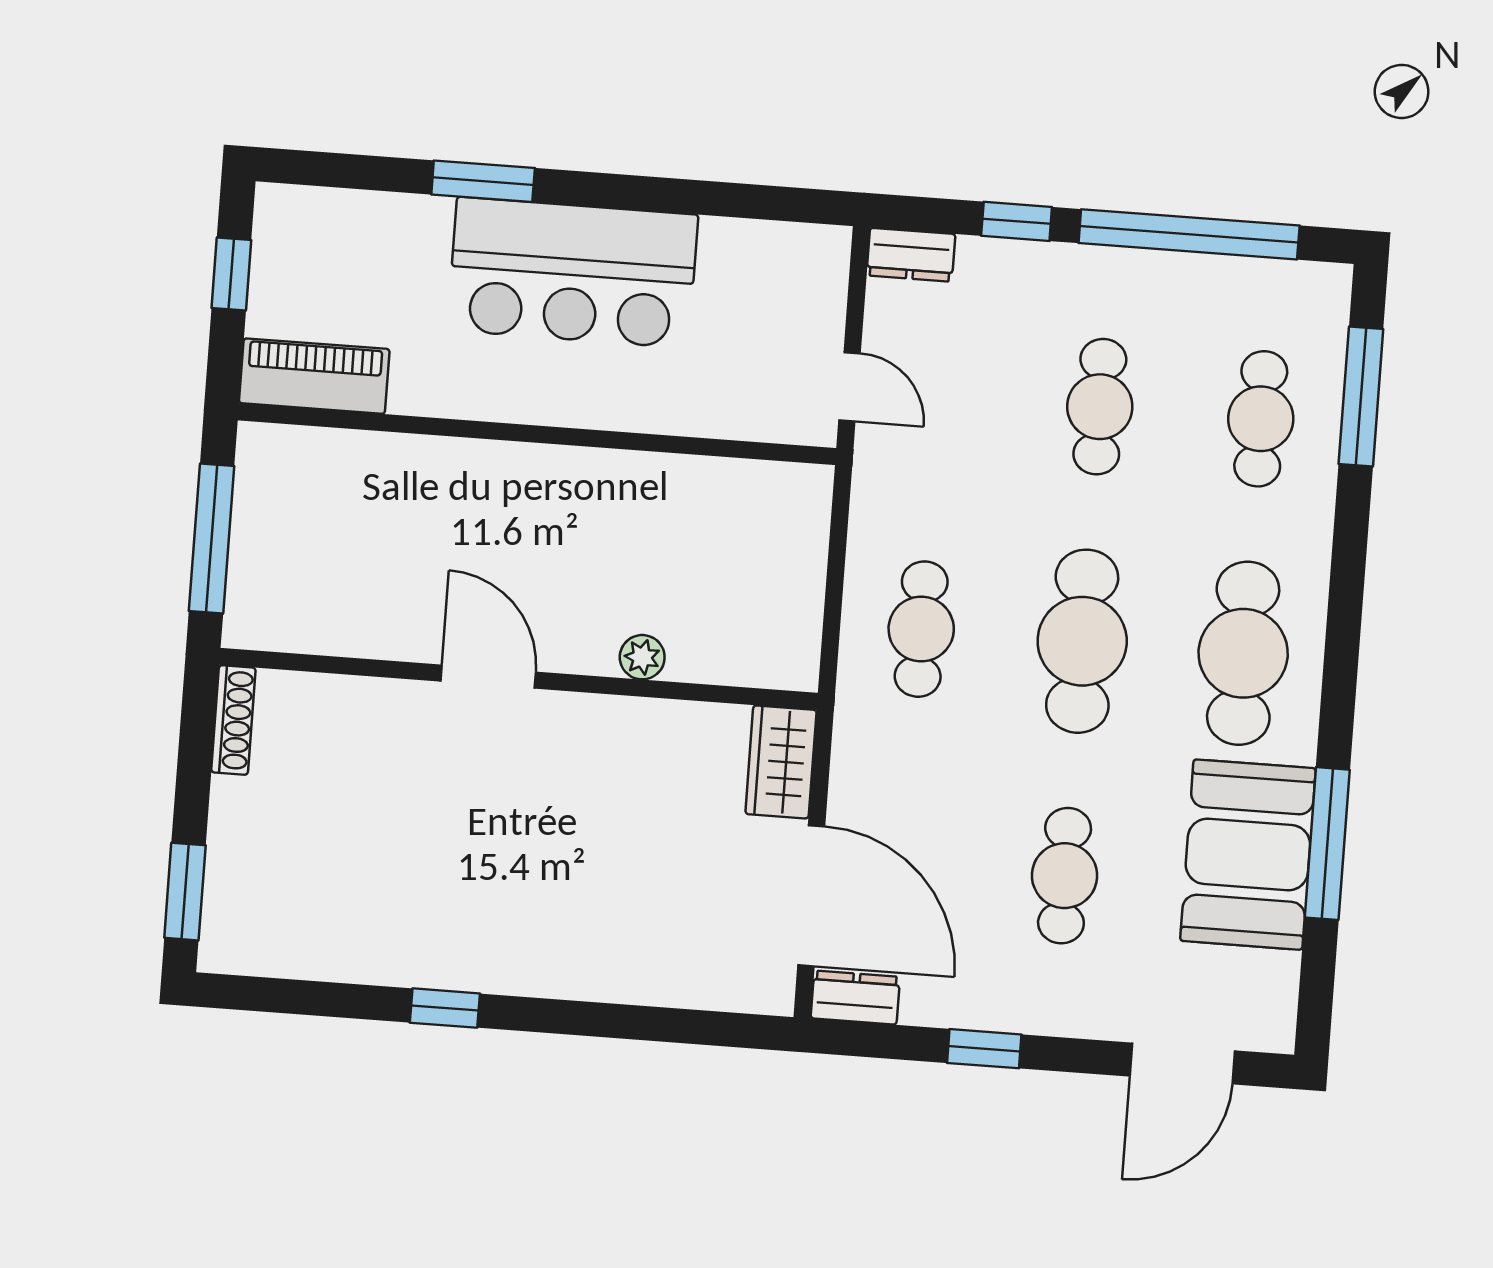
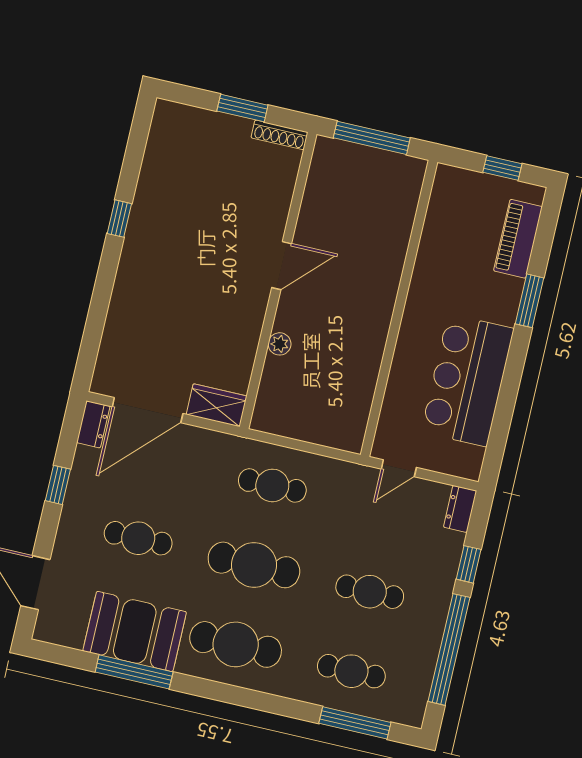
bar counter: (573, 273) -> (467, 380), moved
piano: (314, 376) -> (518, 239), moved, turned 180
window: (185, 892) -> (242, 108), moved

